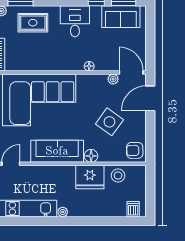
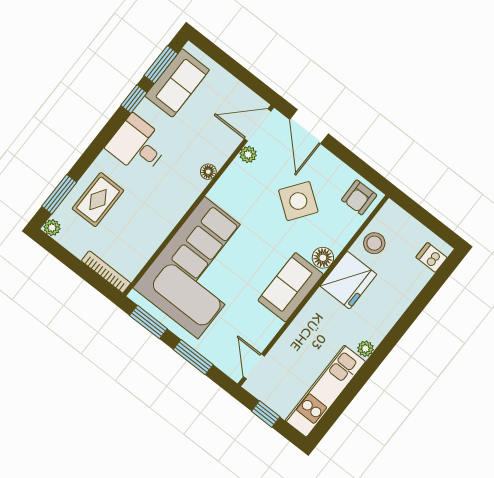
sofa: (57, 151) -> (291, 287), width x0.73

